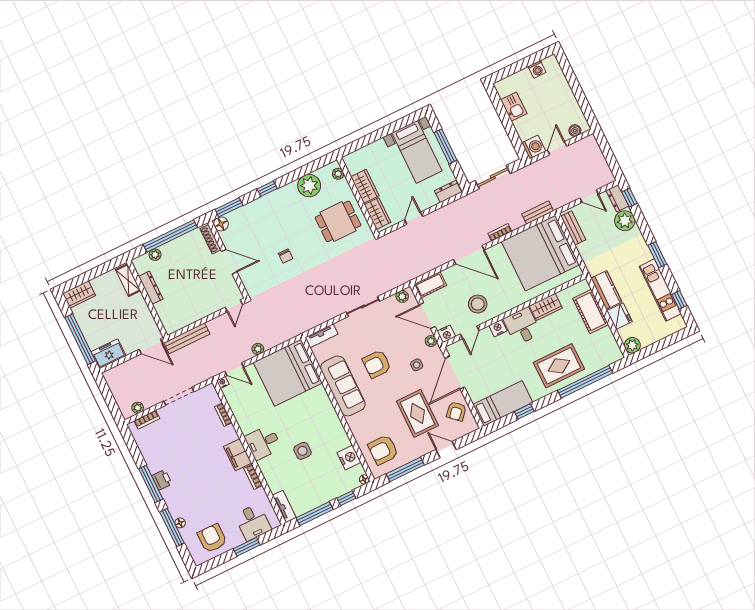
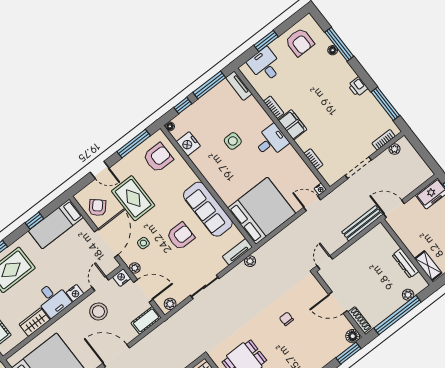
plant: (258, 349) -> (250, 261), moved
window: (151, 484) -> (385, 104), moved

